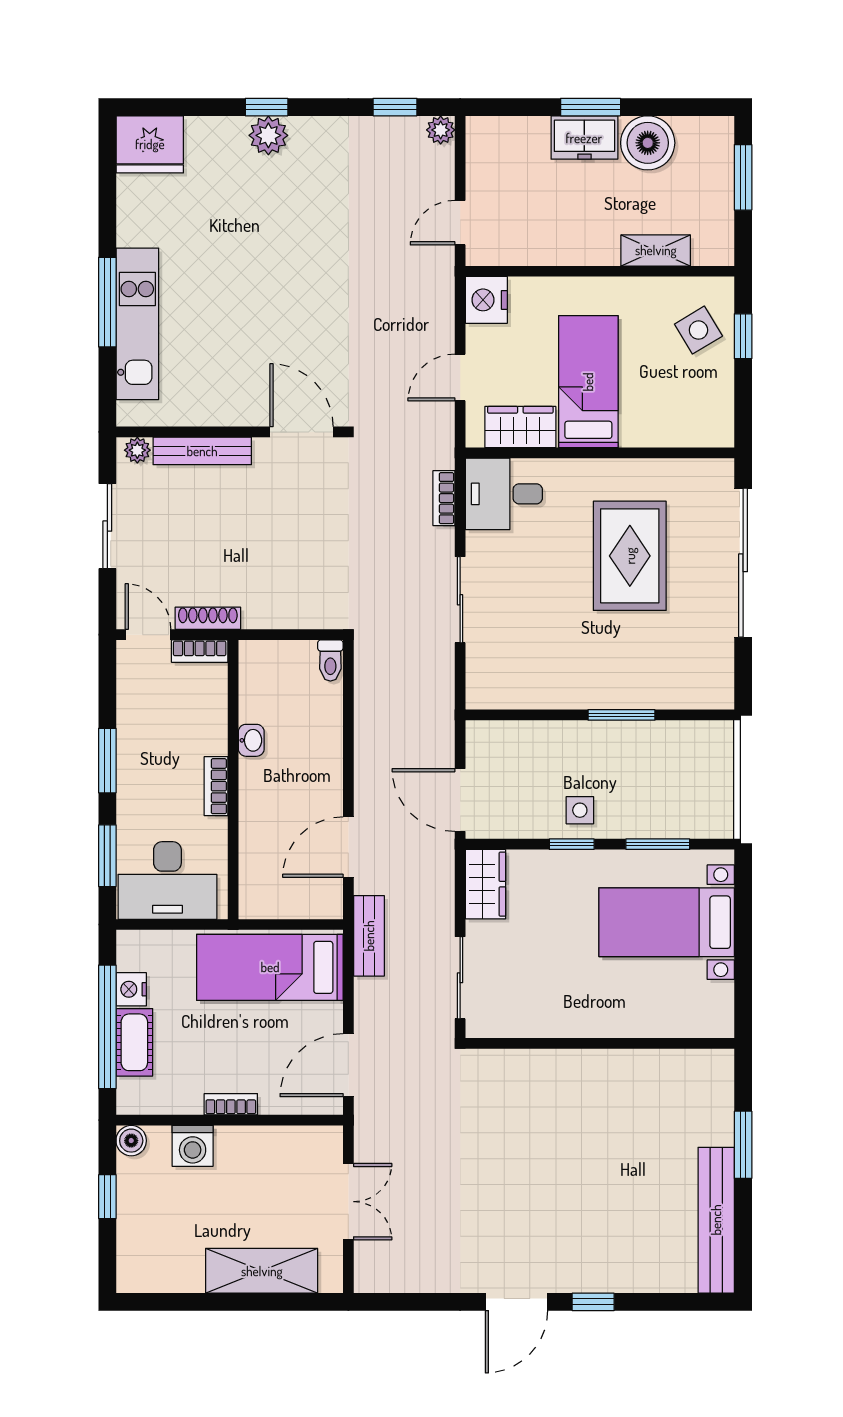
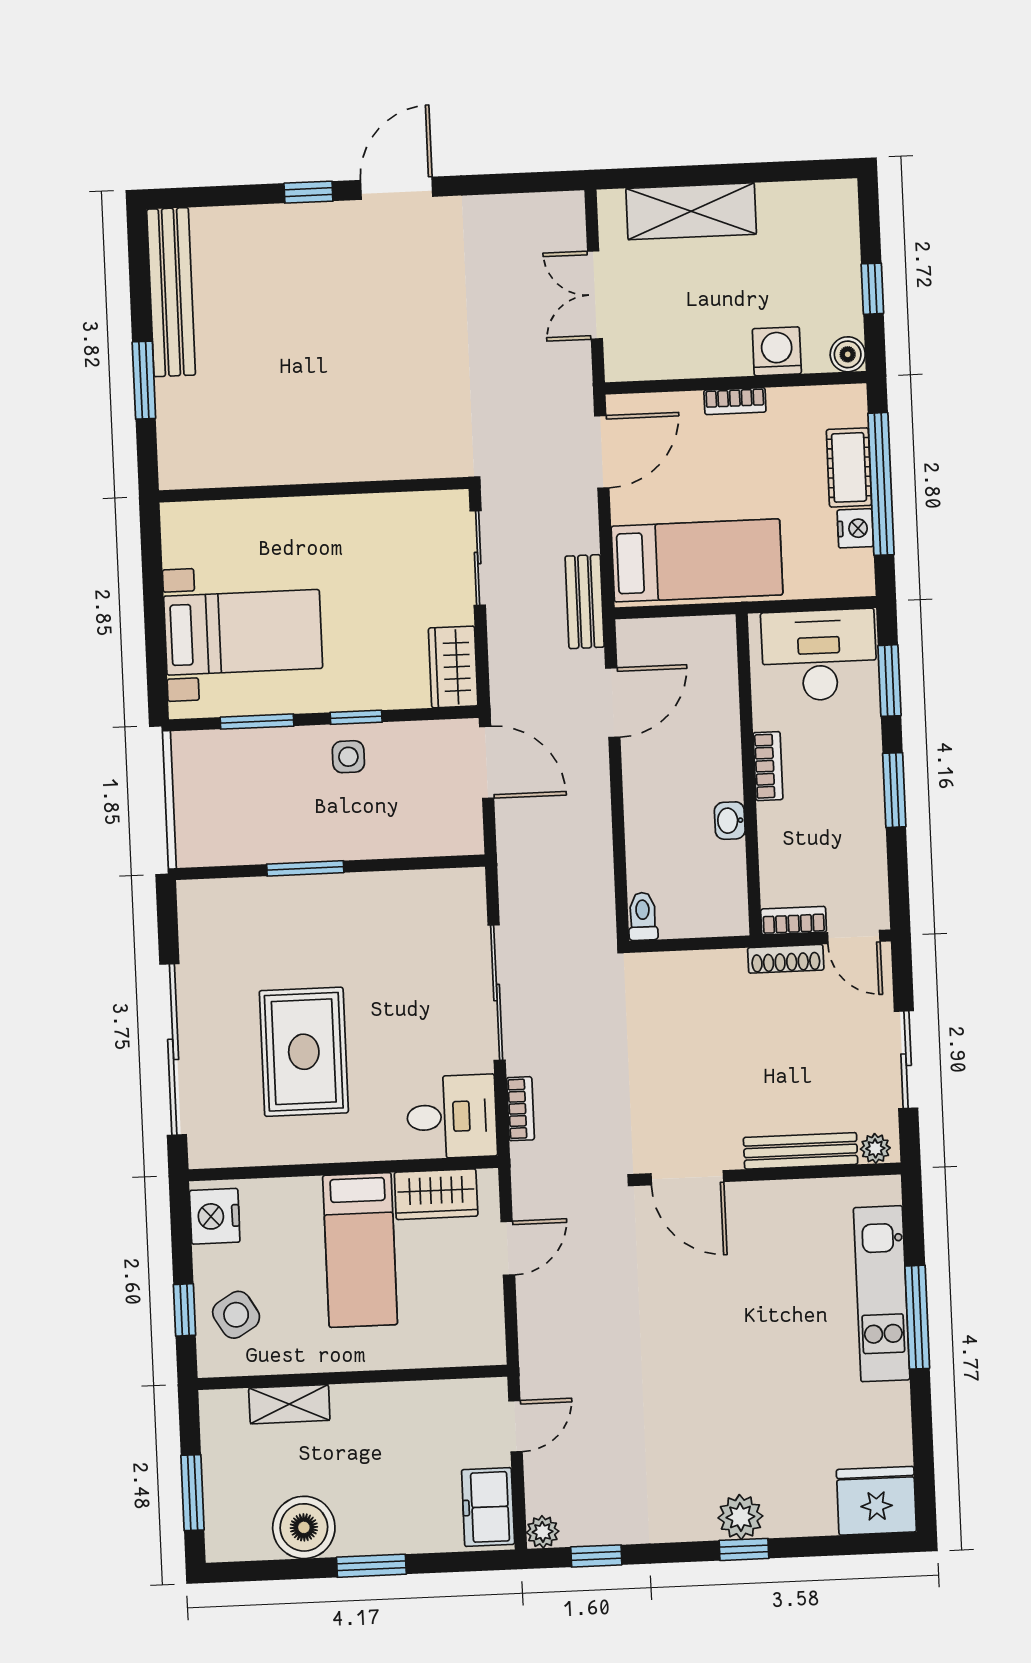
freezer: (584, 138) -> (488, 1507), moved, turned -90
nightstand: (486, 300) -> (215, 1216), moved, turned 180
sliding door: (460, 600) -> (497, 993), width x1.37

